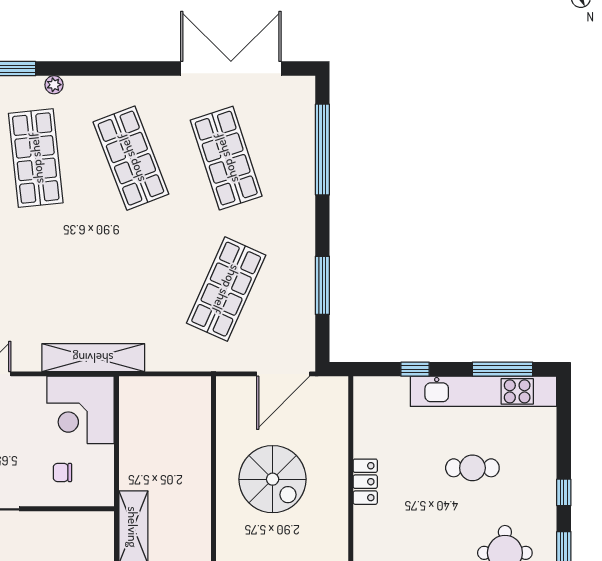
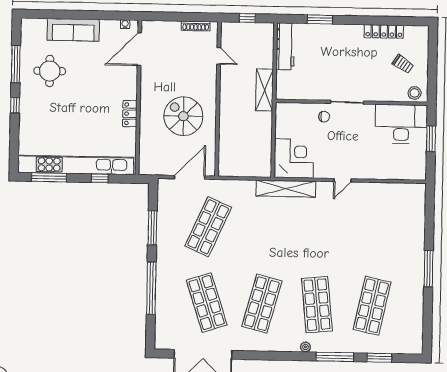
window: (322, 150) -> (151, 288), moved
shop shelf: (131, 158) -> (262, 304), turned 36
door: (283, 374) -> (190, 177), moved
kitchen unit: (483, 391) -> (76, 165), width x1.36
cafe table: (472, 468) -> (68, 121), removed
chair: (62, 473) -> (324, 117), moved

